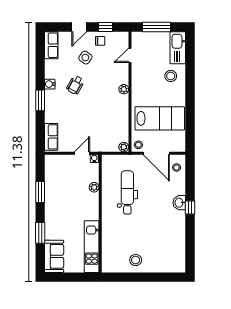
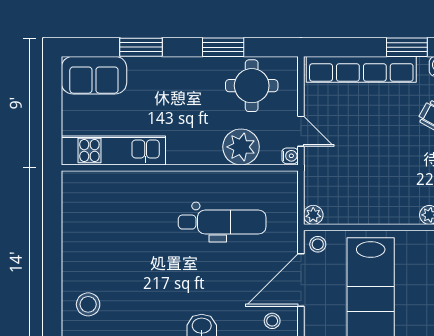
row of seats: (51, 137) -> (361, 69), width x2.02
round table: (59, 178) -> (252, 86), added
plant: (94, 187) -> (241, 147), width x1.88, depth x1.88
stool: (136, 260) -> (88, 304), moved

